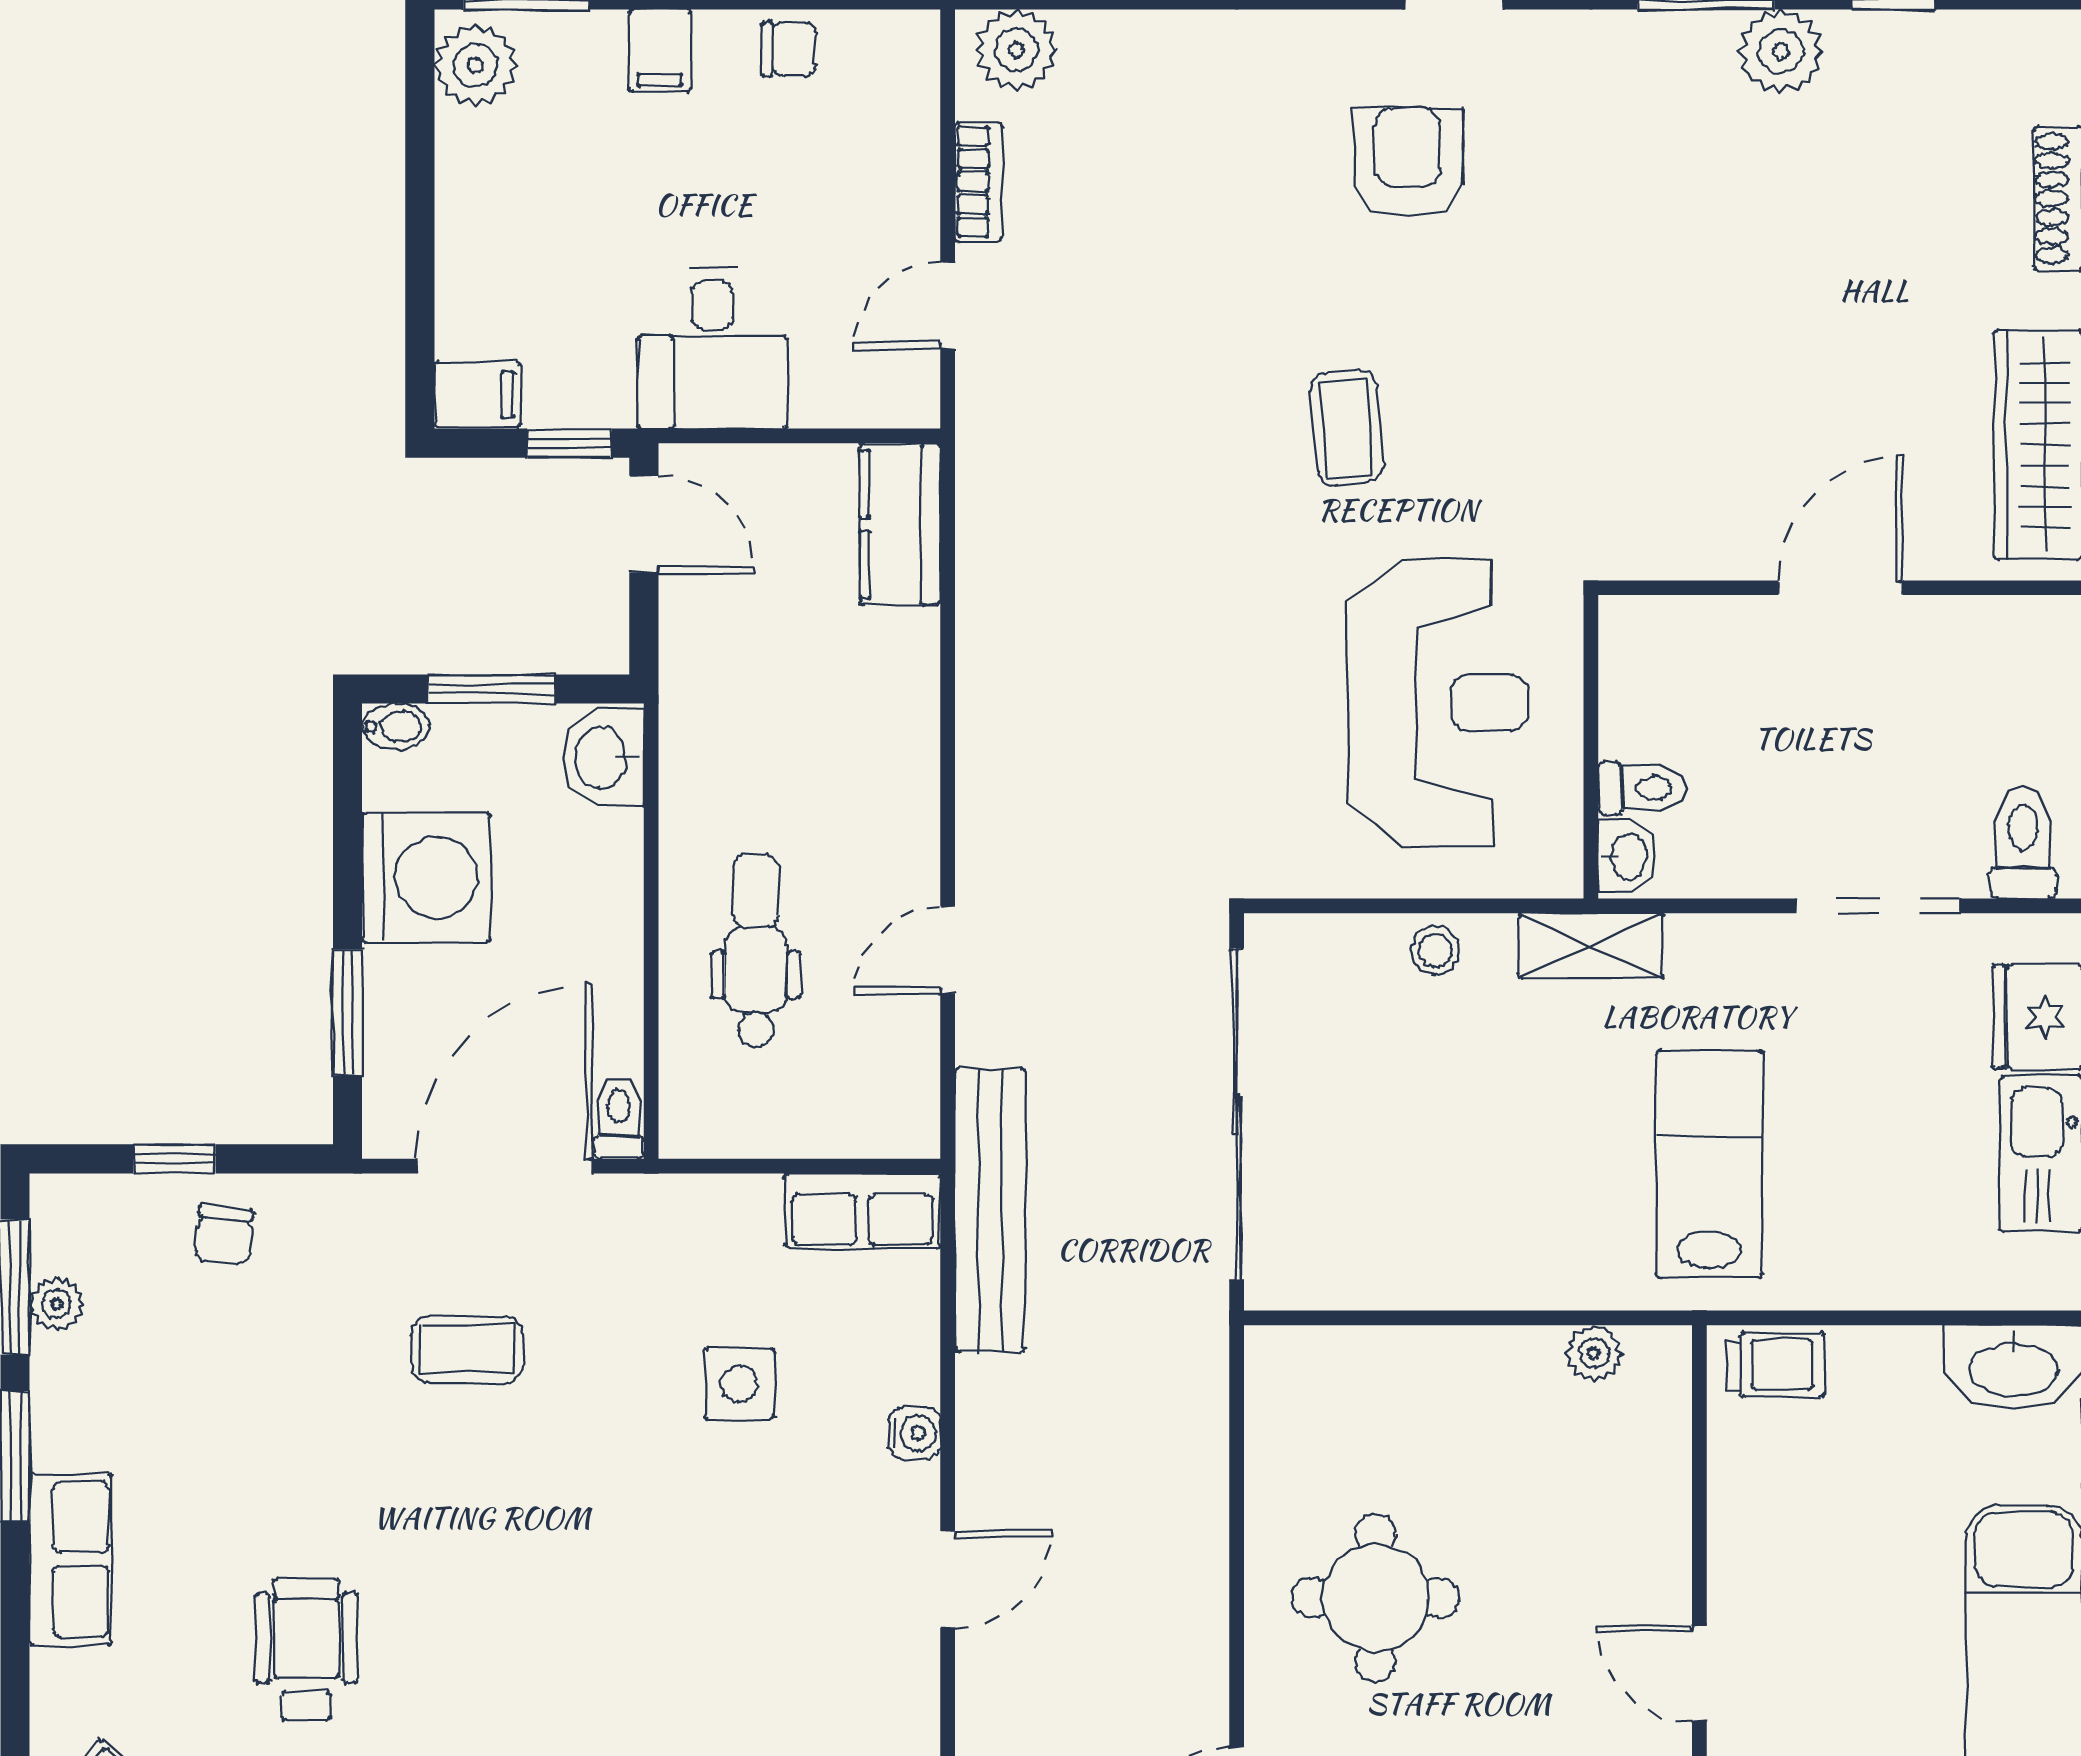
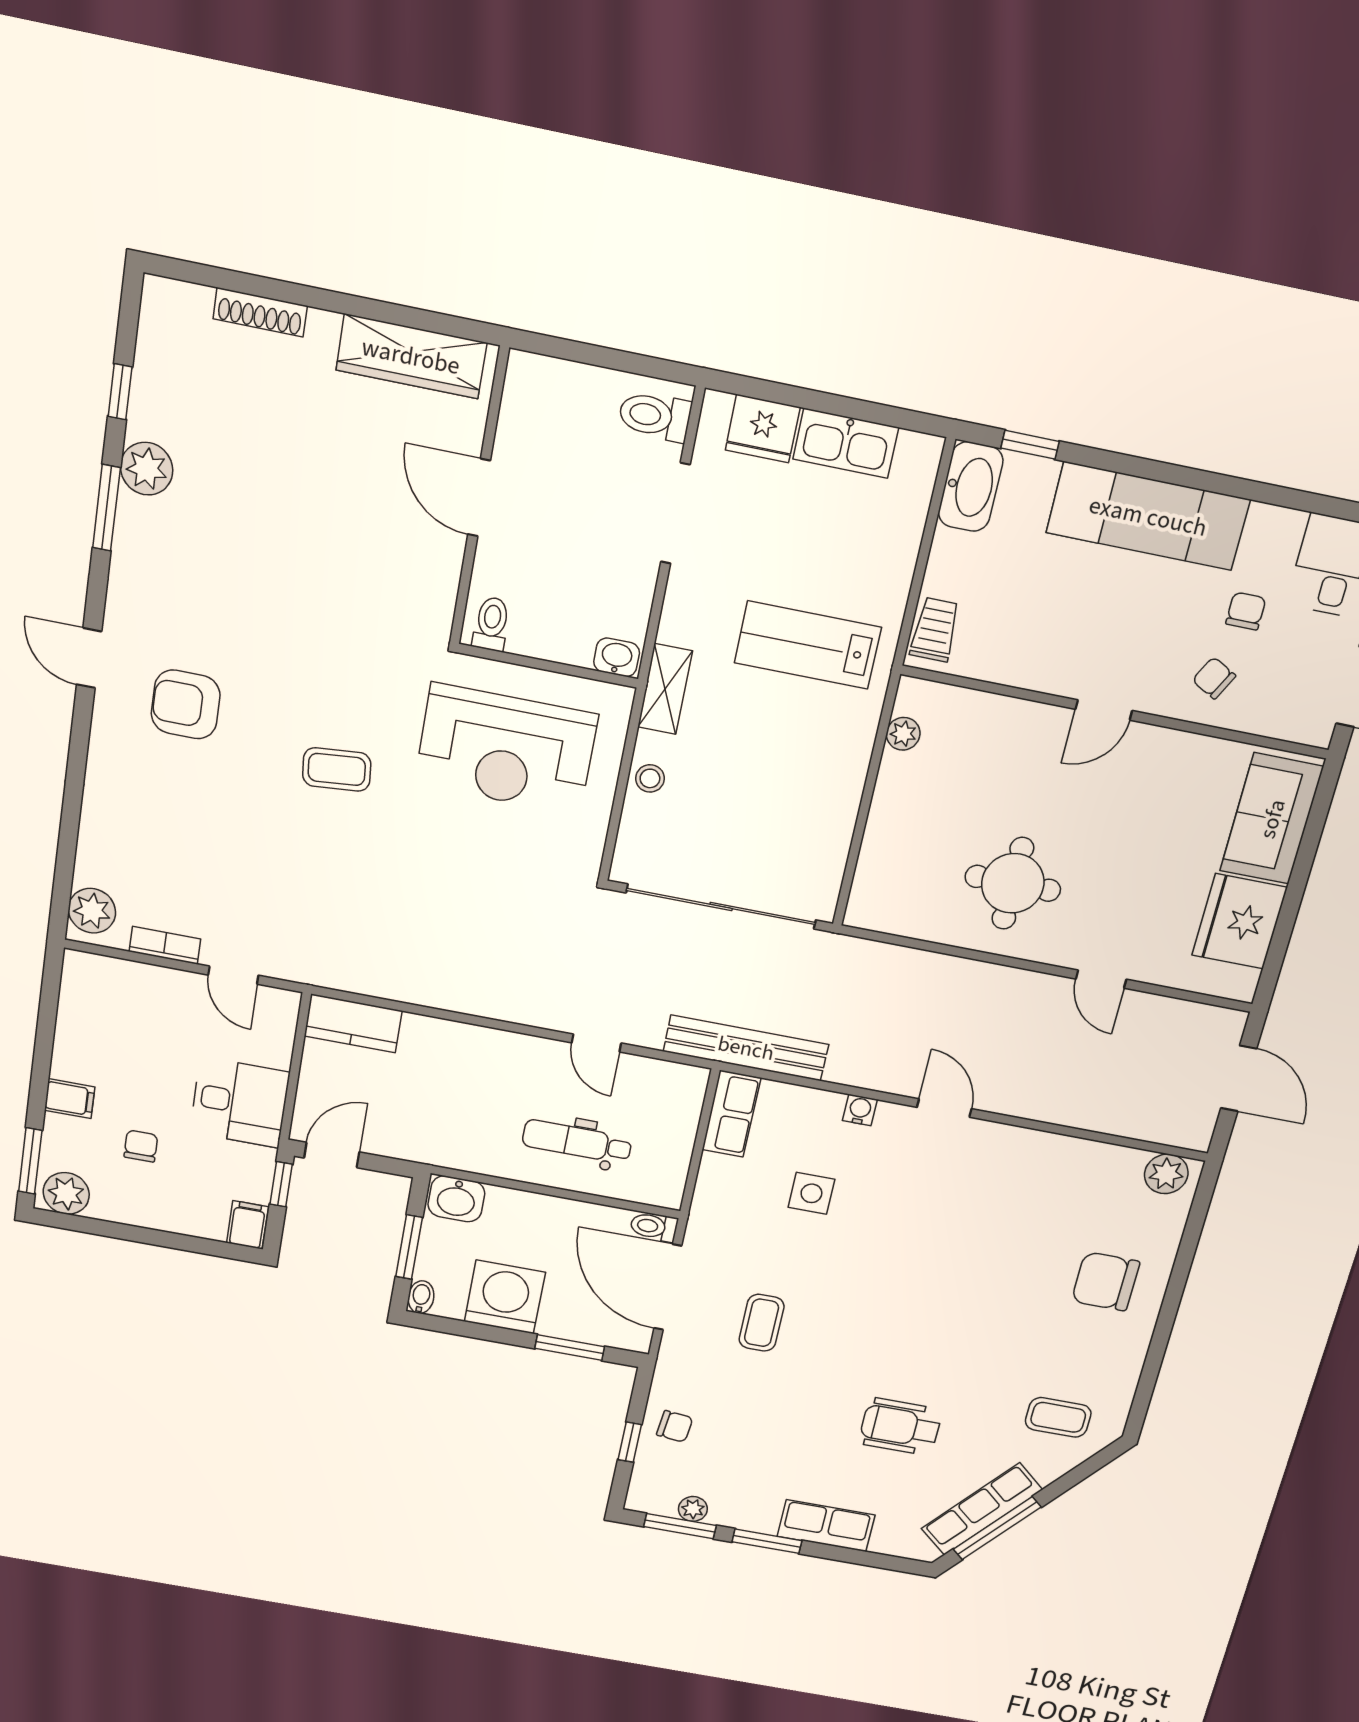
chair: (789, 49) -> (141, 1146), moved
reception desk: (1437, 703) -> (506, 749), turned 180
toilet: (1641, 788) -> (491, 624), moved

